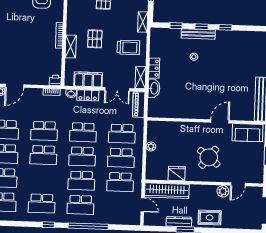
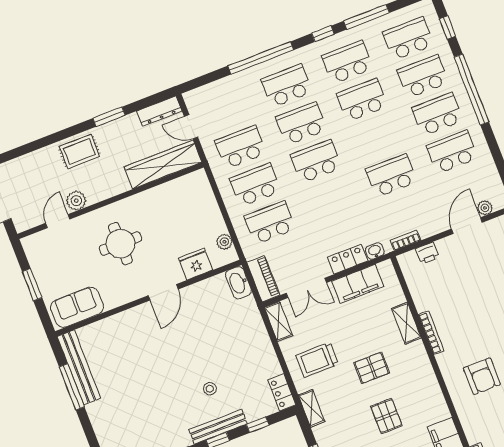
pallet: (95, 39) -> (372, 368), moved, turned 90
locker: (154, 68) -> (282, 392), moved
printer: (55, 80) -> (427, 253), moved
washbasin: (154, 88) -> (238, 283), moved
double door: (117, 89) -> (306, 288), swing flipped
door: (220, 121) -> (163, 292), moved
school desk: (83, 132) -> (331, 199), removed
plant: (151, 146) -> (224, 242), moved
school desk: (43, 155) -> (362, 100), moved
round table: (209, 157) -> (120, 244), turned -38
fridge: (177, 173) -> (196, 264), moved, turned 180
dresser: (179, 222) -> (159, 111), moved
window: (21, 224) -> (366, 17), added

